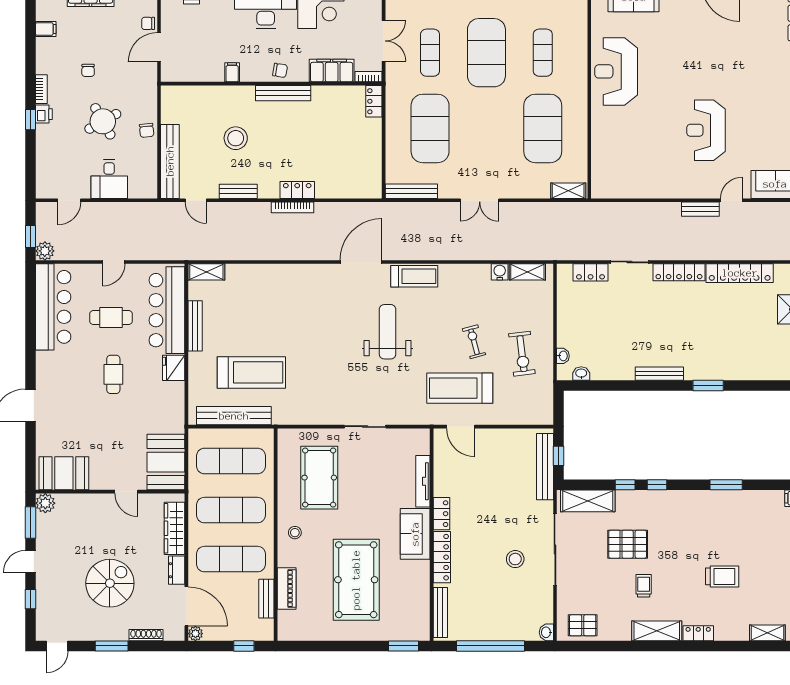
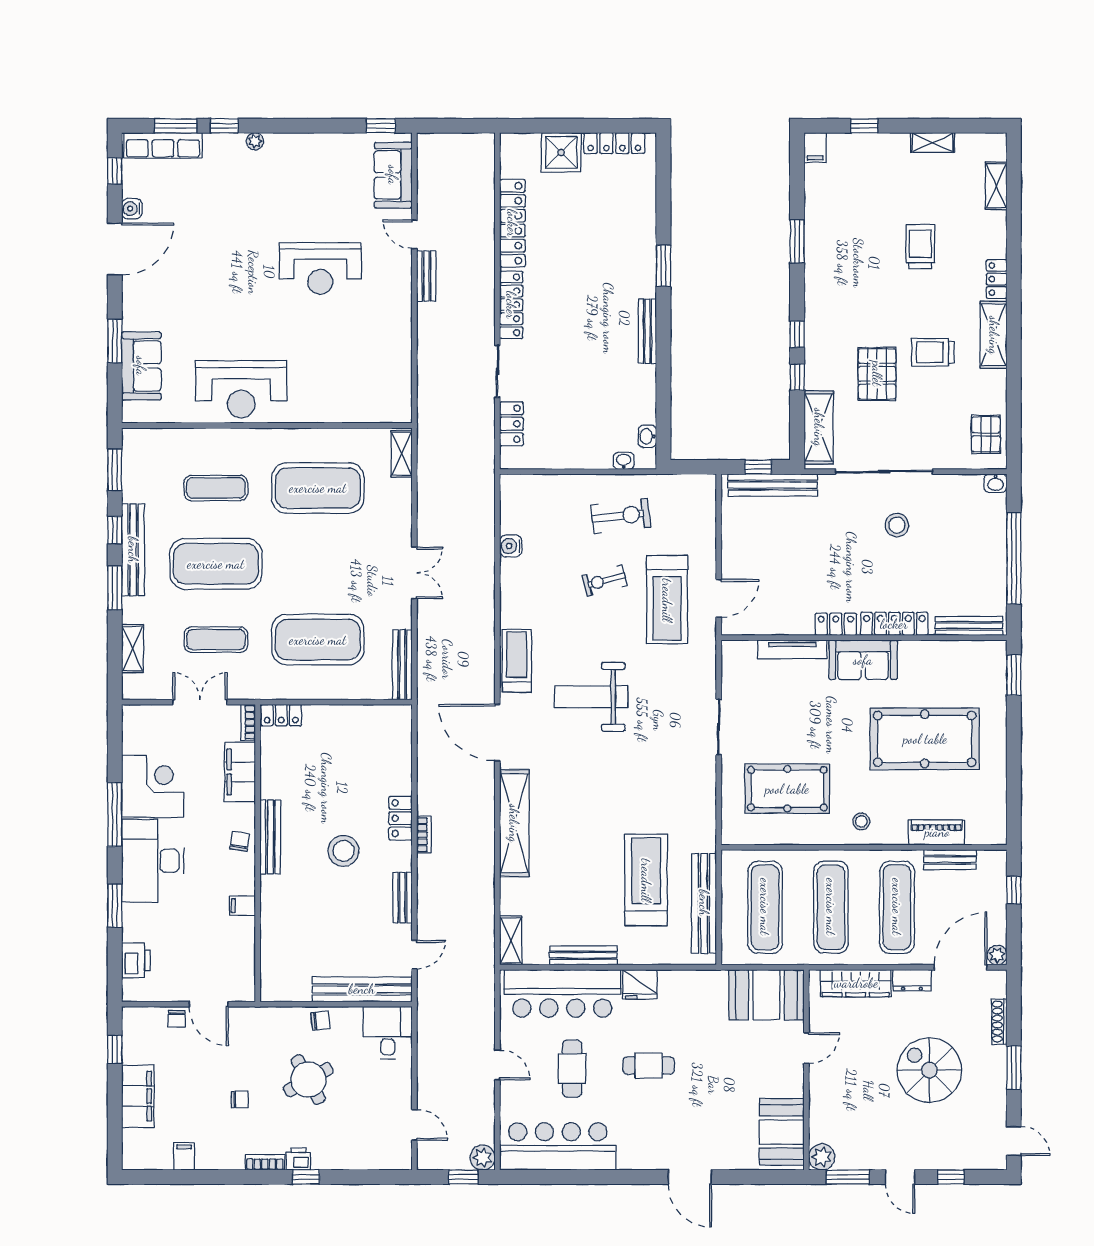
stool: (236, 138) -> (344, 851), moved
desk: (109, 179) -> (388, 1033), moved, turned -90
bookcase: (293, 207) -> (424, 835), width x0.64
shelving: (527, 272) -> (514, 823), moved, width x2.20, depth x1.33
trolley: (644, 586) -> (933, 352), width x1.36, depth x1.39

